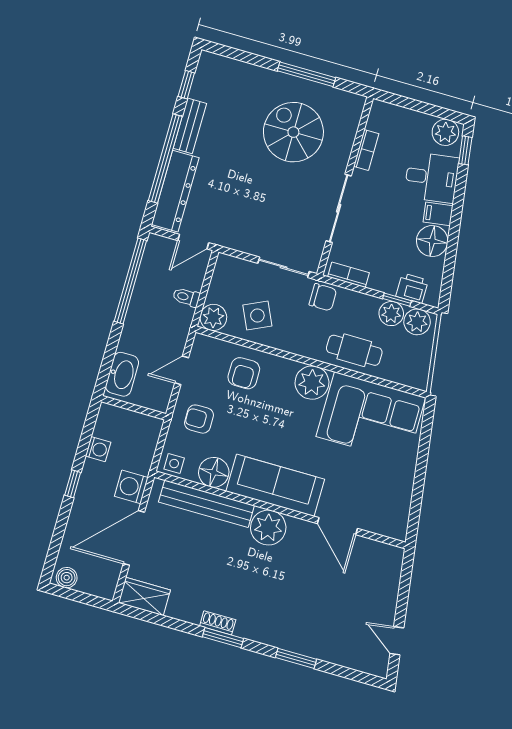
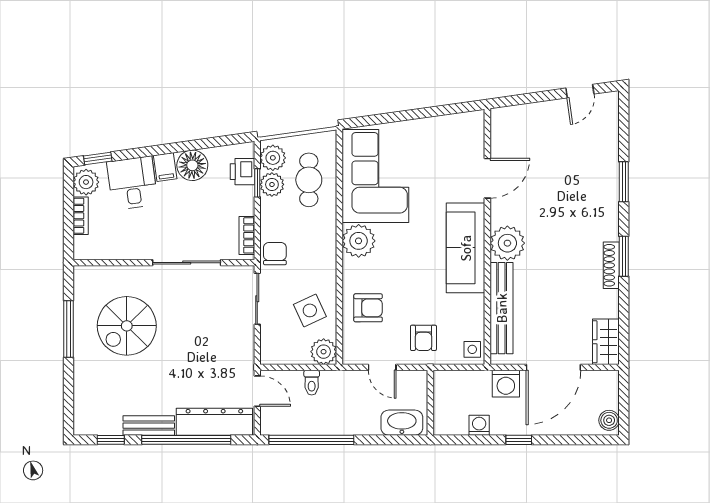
bookcase: (366, 150) -> (81, 216), moved, turned 90
cafe table: (354, 350) -> (309, 180), moved
floor lamp: (214, 472) -> (470, 310), removed
door: (134, 538) -> (553, 367), hinge flipped
shoe rack: (218, 623) -> (611, 265), width x1.43

